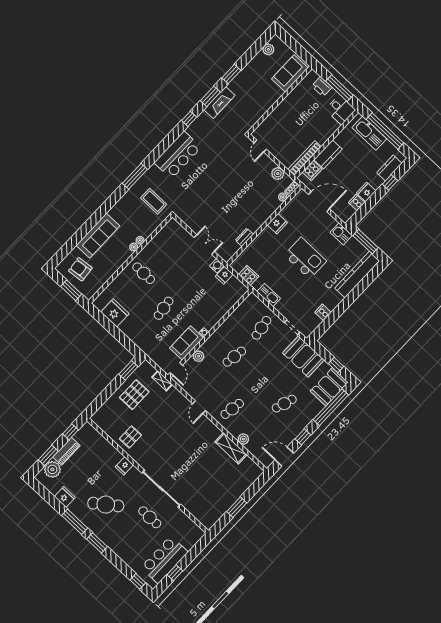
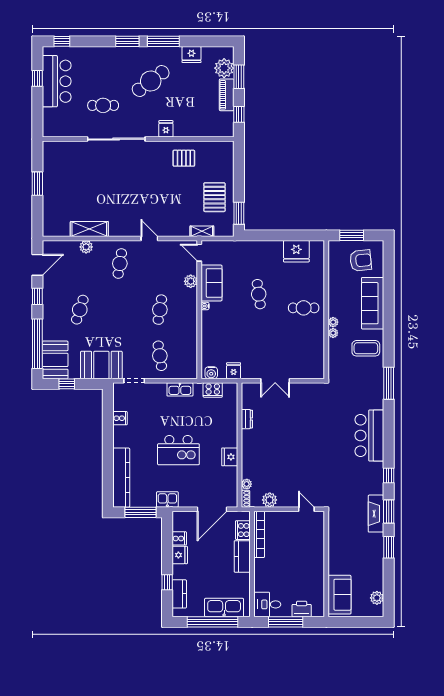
coffee table: (154, 201) -> (366, 348), moved
water cooler: (217, 266) -> (211, 373), moved
pallet: (130, 437) -> (184, 158), turned 90

